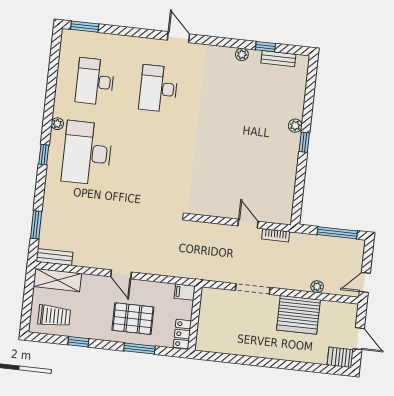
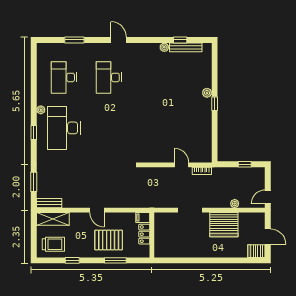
window: (85, 27) -> (74, 40), moved
bench: (278, 59) -> (186, 47), width x1.36
window: (337, 233) -> (245, 164), width x0.46
locker: (182, 334) -> (144, 234), moved

